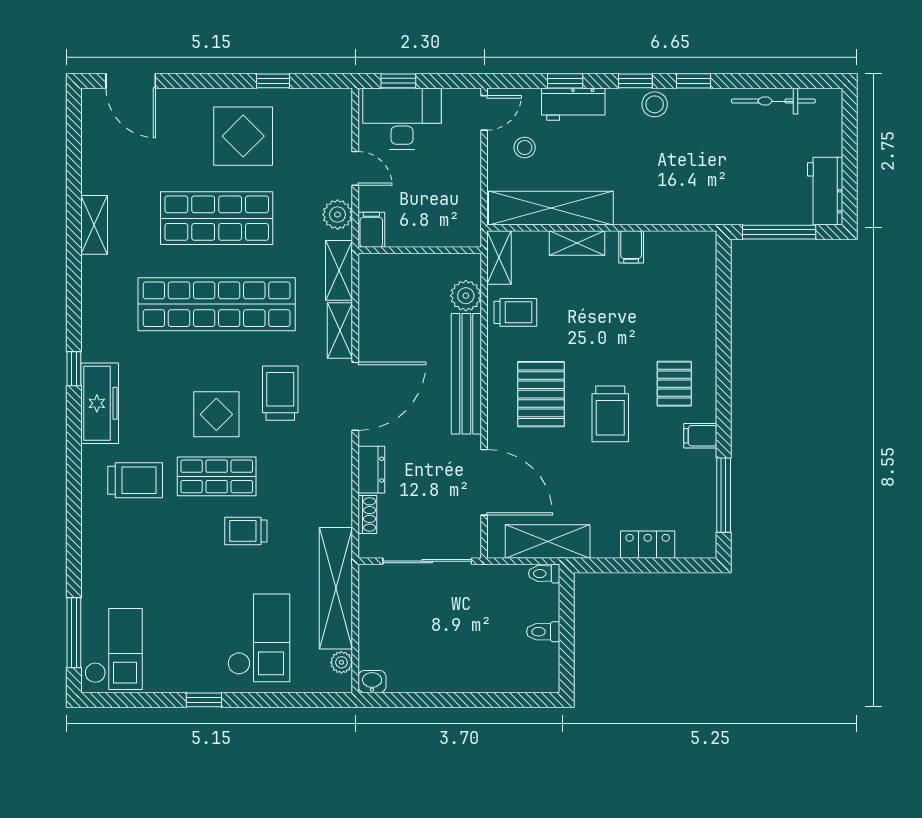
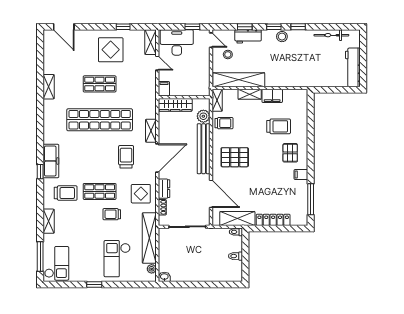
window: (398, 81) -> (192, 27), moved
door: (484, 113) -> (211, 40), hinge flipped
workbench: (825, 191) -> (353, 67), width x1.38
plant: (338, 215) -> (150, 82), removed
shop shelf: (217, 218) -> (100, 84), width x0.70, depth x0.74
window: (779, 232) -> (334, 90), removed
filing cabinet: (631, 247) -> (272, 96), width x2.00
wardrobe: (398, 269) -> (175, 105), added
shelving: (339, 270) -> (151, 42), moved
window: (74, 369) -> (40, 172), moved
pallet: (541, 394) -> (235, 157), turned 90
display table: (216, 414) -> (141, 194), moved
trolley: (610, 414) -> (279, 126), moved, turned -90
locker: (648, 545) -> (273, 220), width x1.53
shelving: (94, 548) -> (49, 221), added
checkout: (259, 638) -> (117, 259), turned 180

